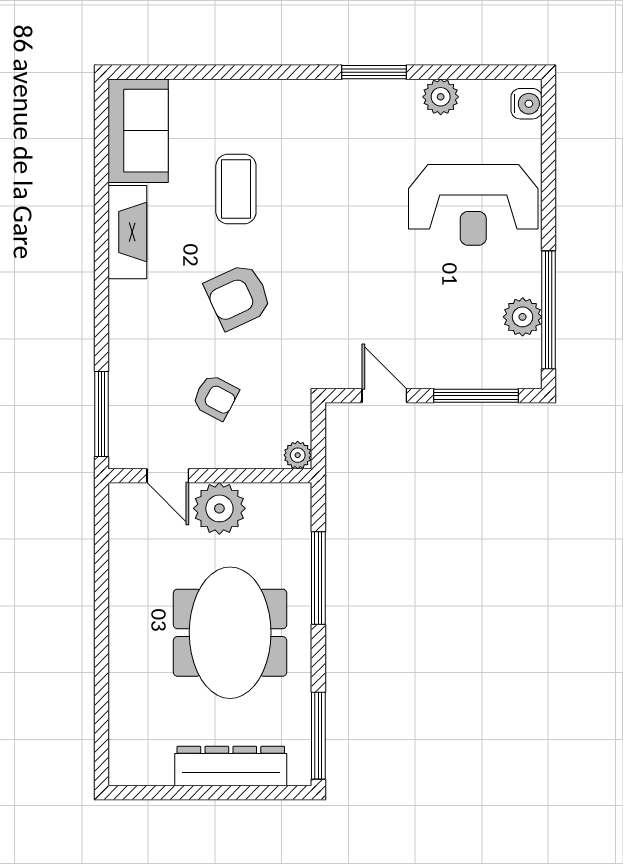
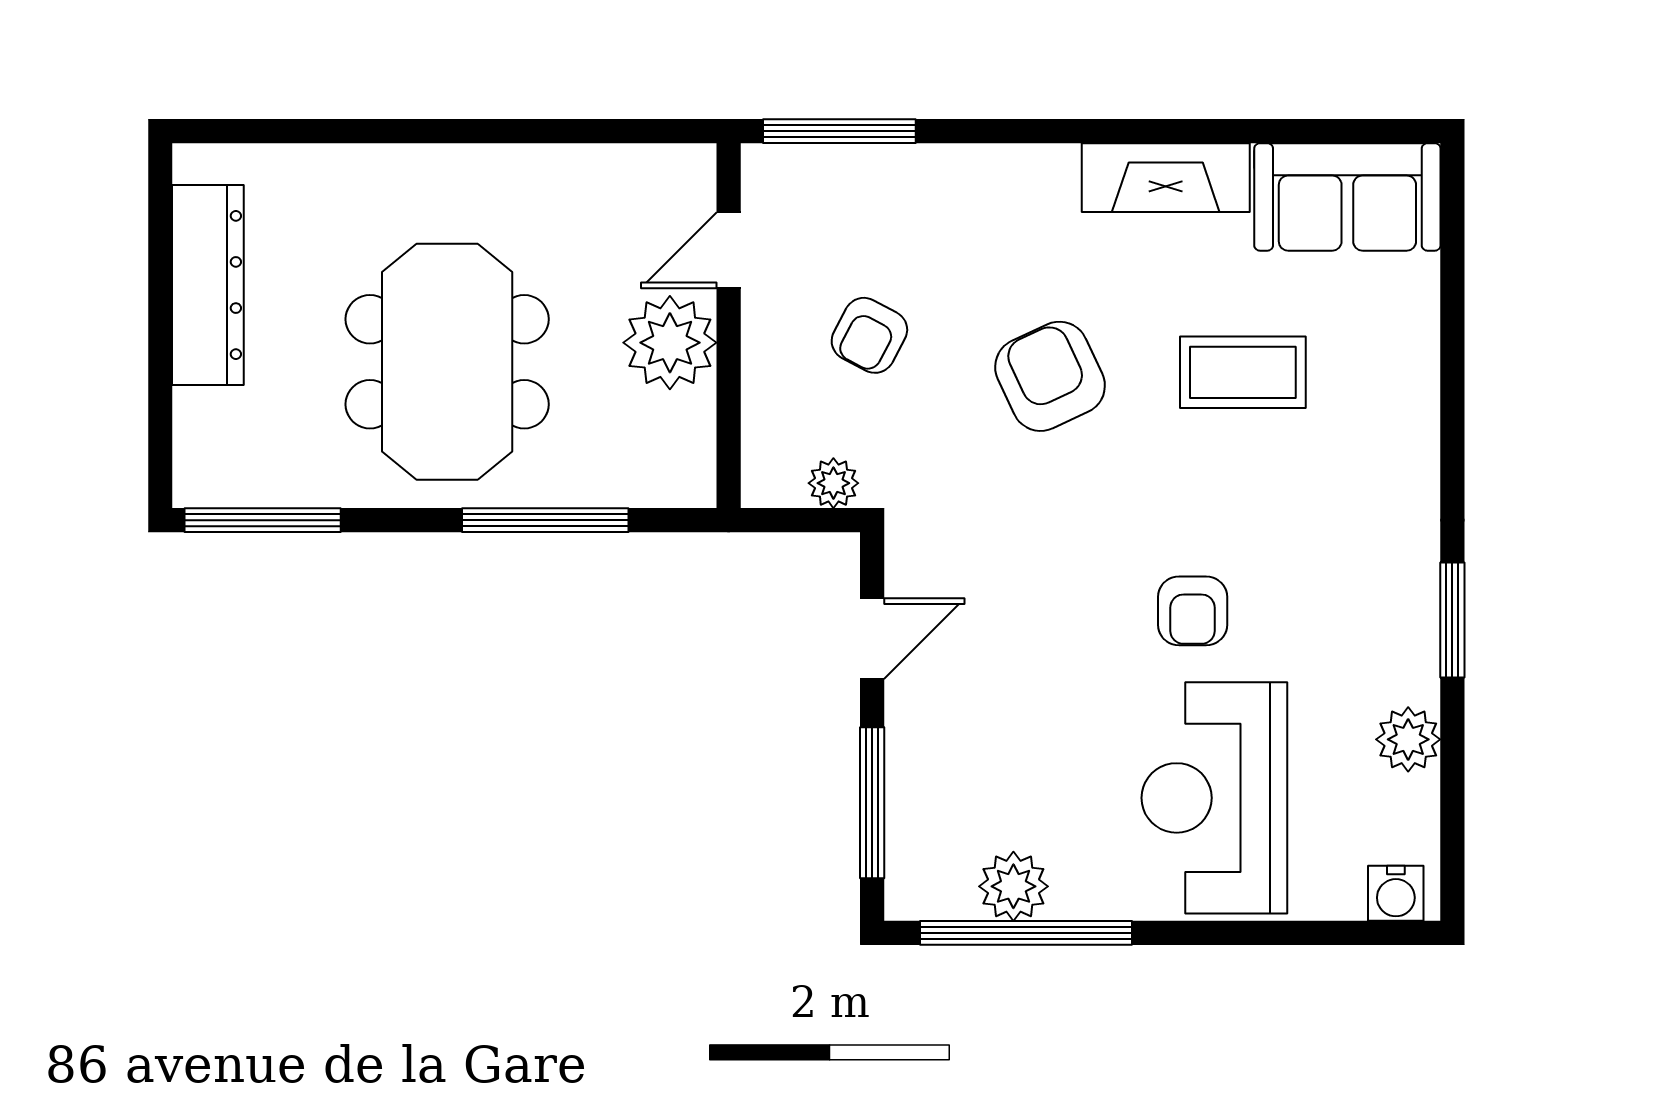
armchair: (369, 217) -> (1193, 611), added
plant: (298, 455) -> (833, 483), moved
meeting table: (230, 633) -> (447, 362), turned 90
dresser: (231, 766) -> (208, 285), moved

